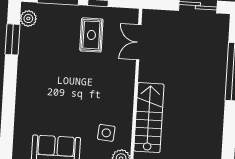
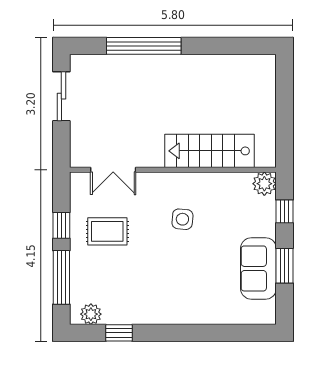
window: (12, 39) -> (119, 333), width x0.67
side table: (106, 133) -> (182, 219), moved

